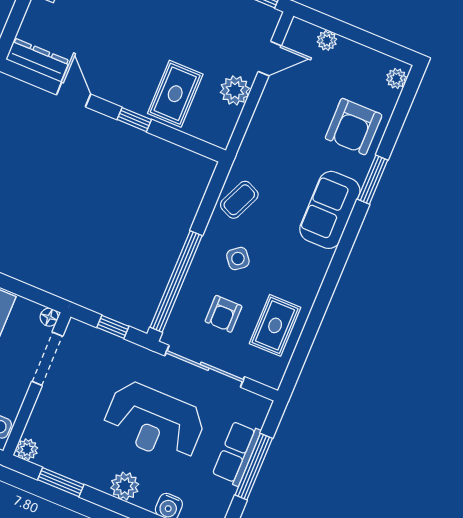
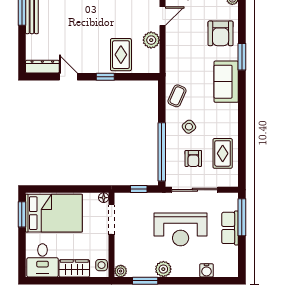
window: (254, 467) -> (242, 217), moved
plant: (125, 486) -> (163, 269), moved

